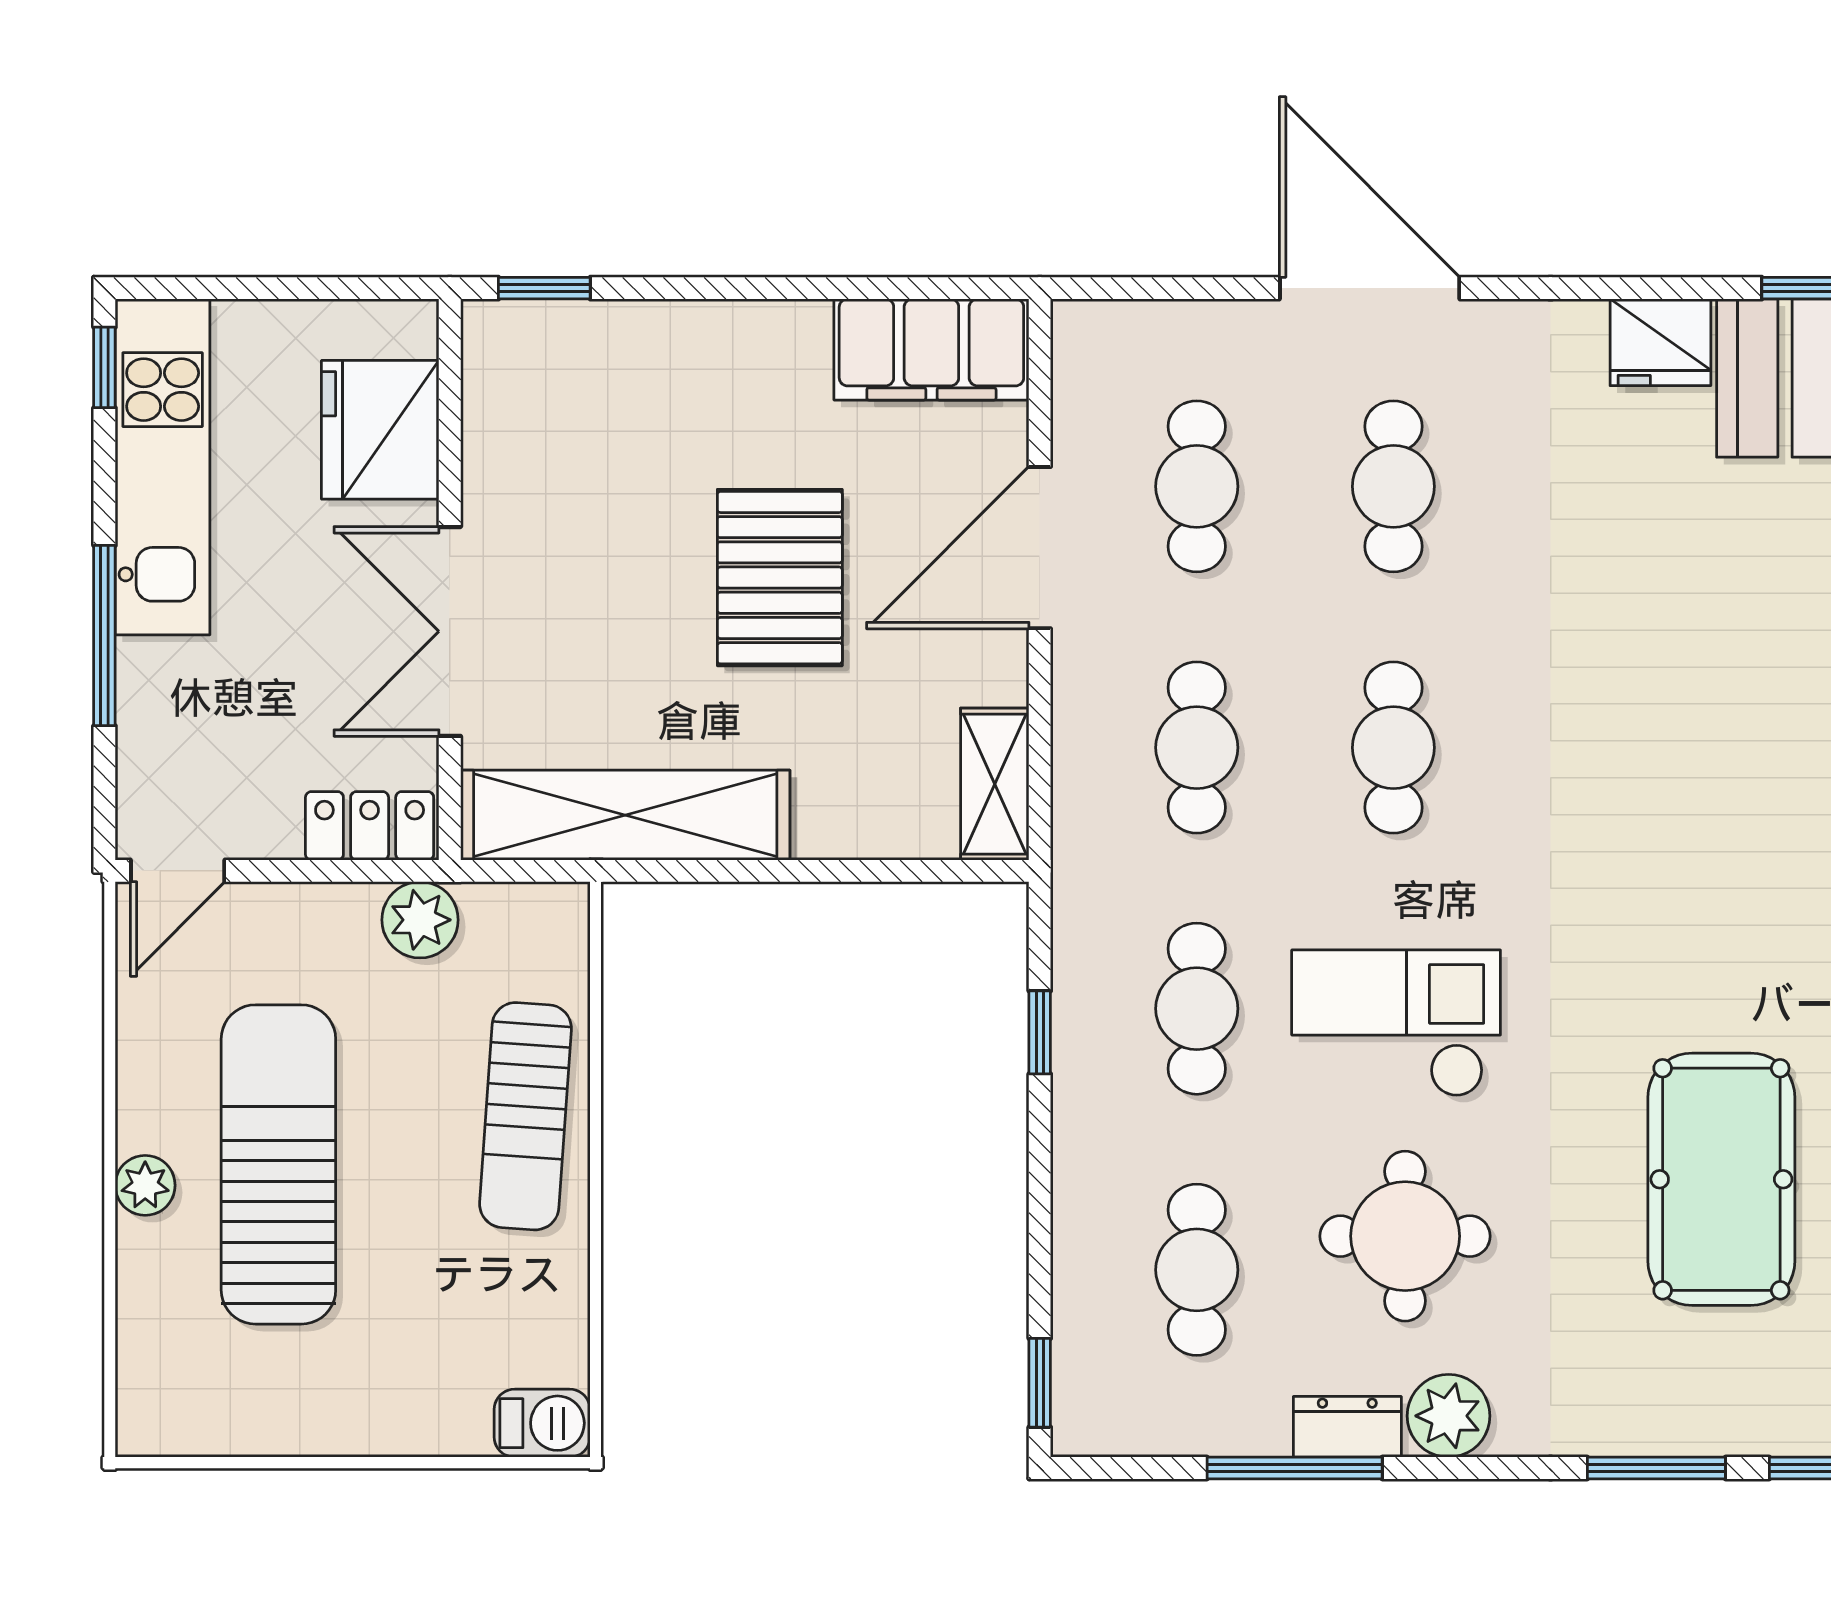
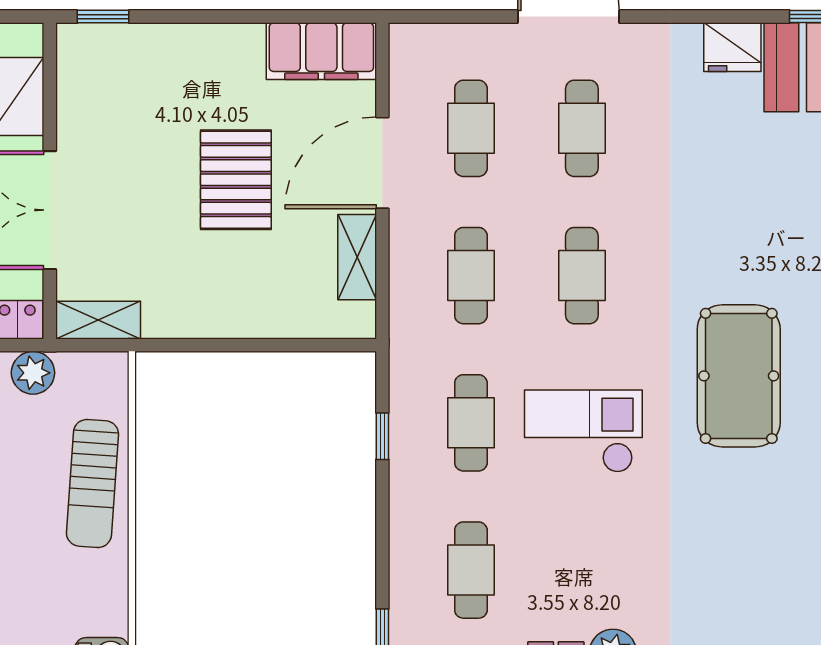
shelving: (995, 784) -> (357, 257), moved
shelving: (625, 815) -> (98, 320), width x0.45, depth x0.75
pool table: (1721, 1179) -> (739, 376), moved
round table: (1405, 1236) -> (588, 551), removed

